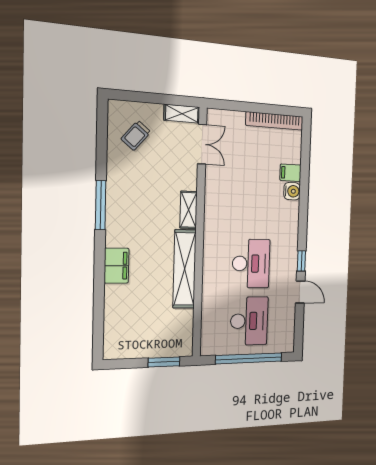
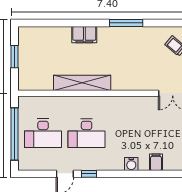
water cooler: (292, 191) -> (131, 164), moved
shelving: (189, 210) -> (125, 85), removed
window: (164, 362) -> (14, 57), moved

